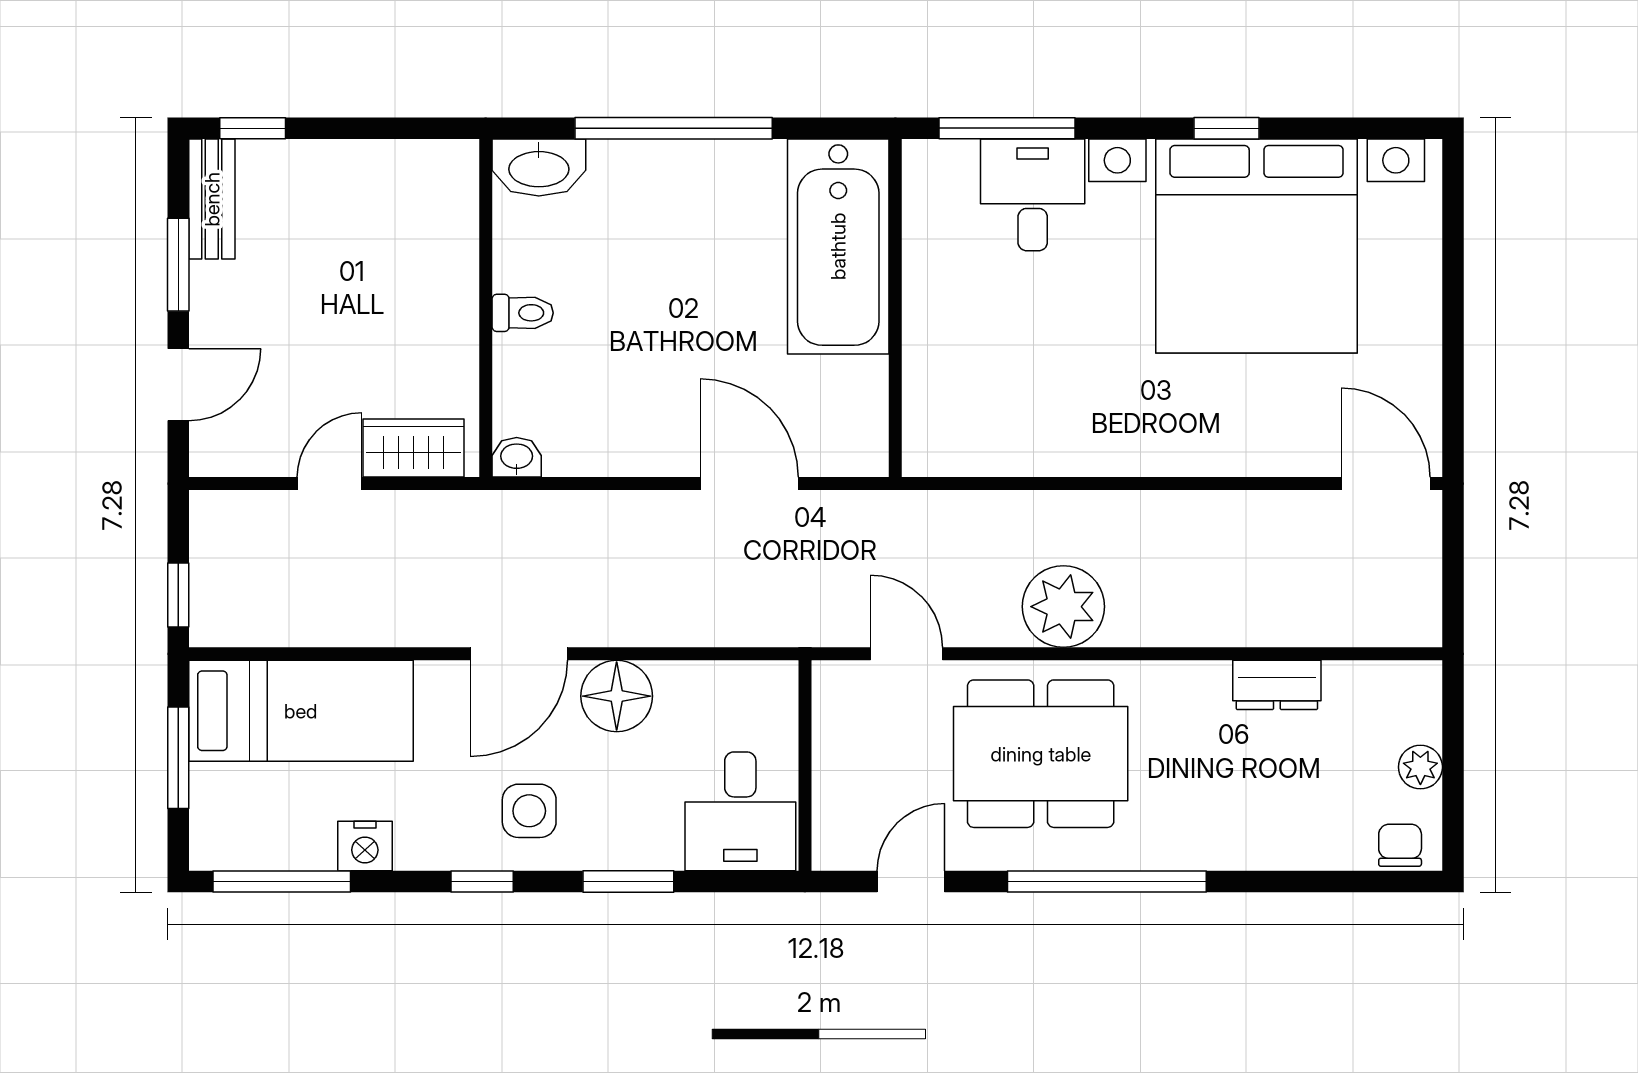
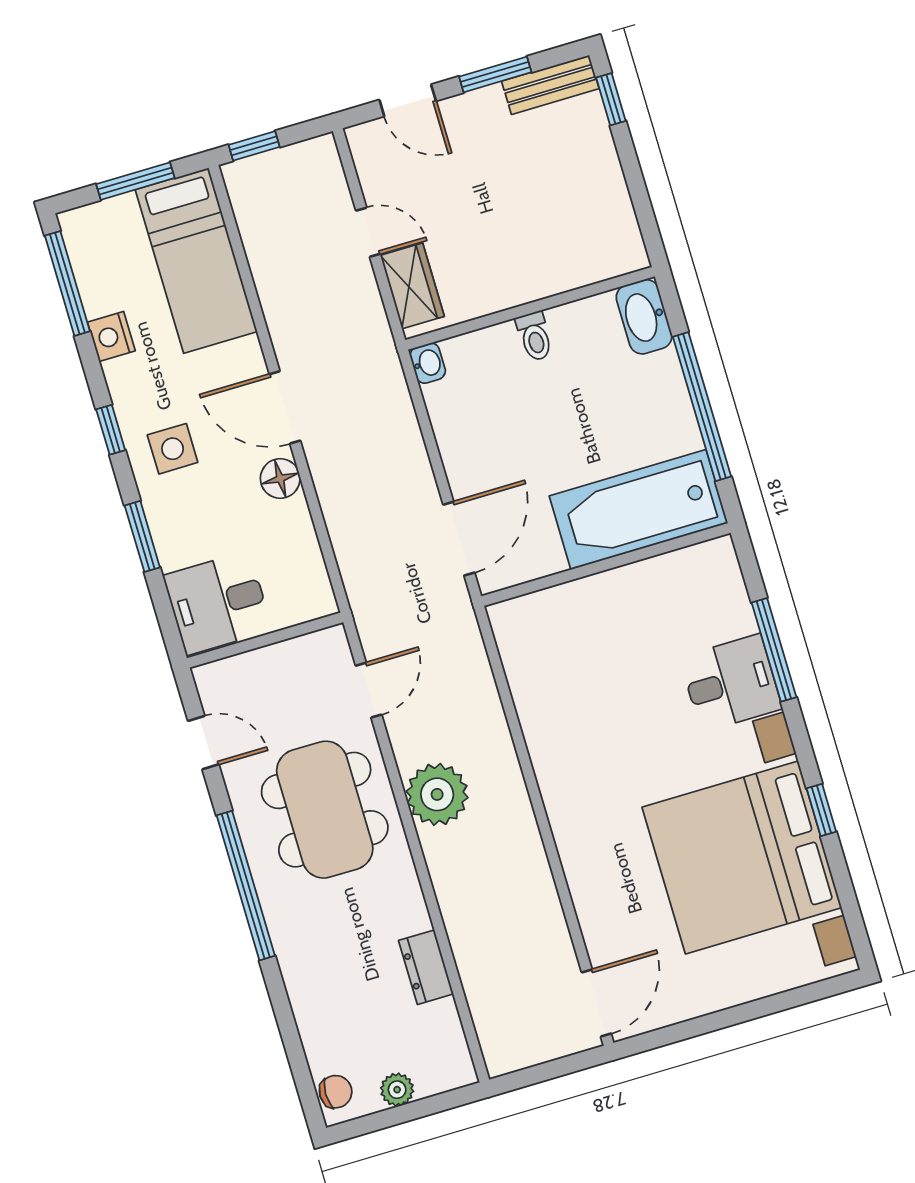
bathtub: (838, 246) -> (639, 510), moved
wall: (895, 308) -> (606, 565), moved
floor lamp: (617, 696) -> (280, 479), width x0.73, depth x0.73

